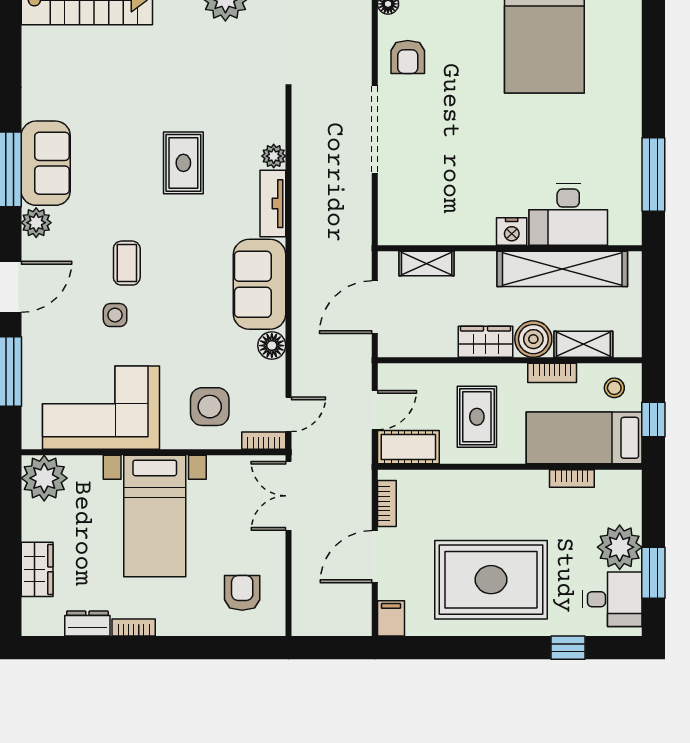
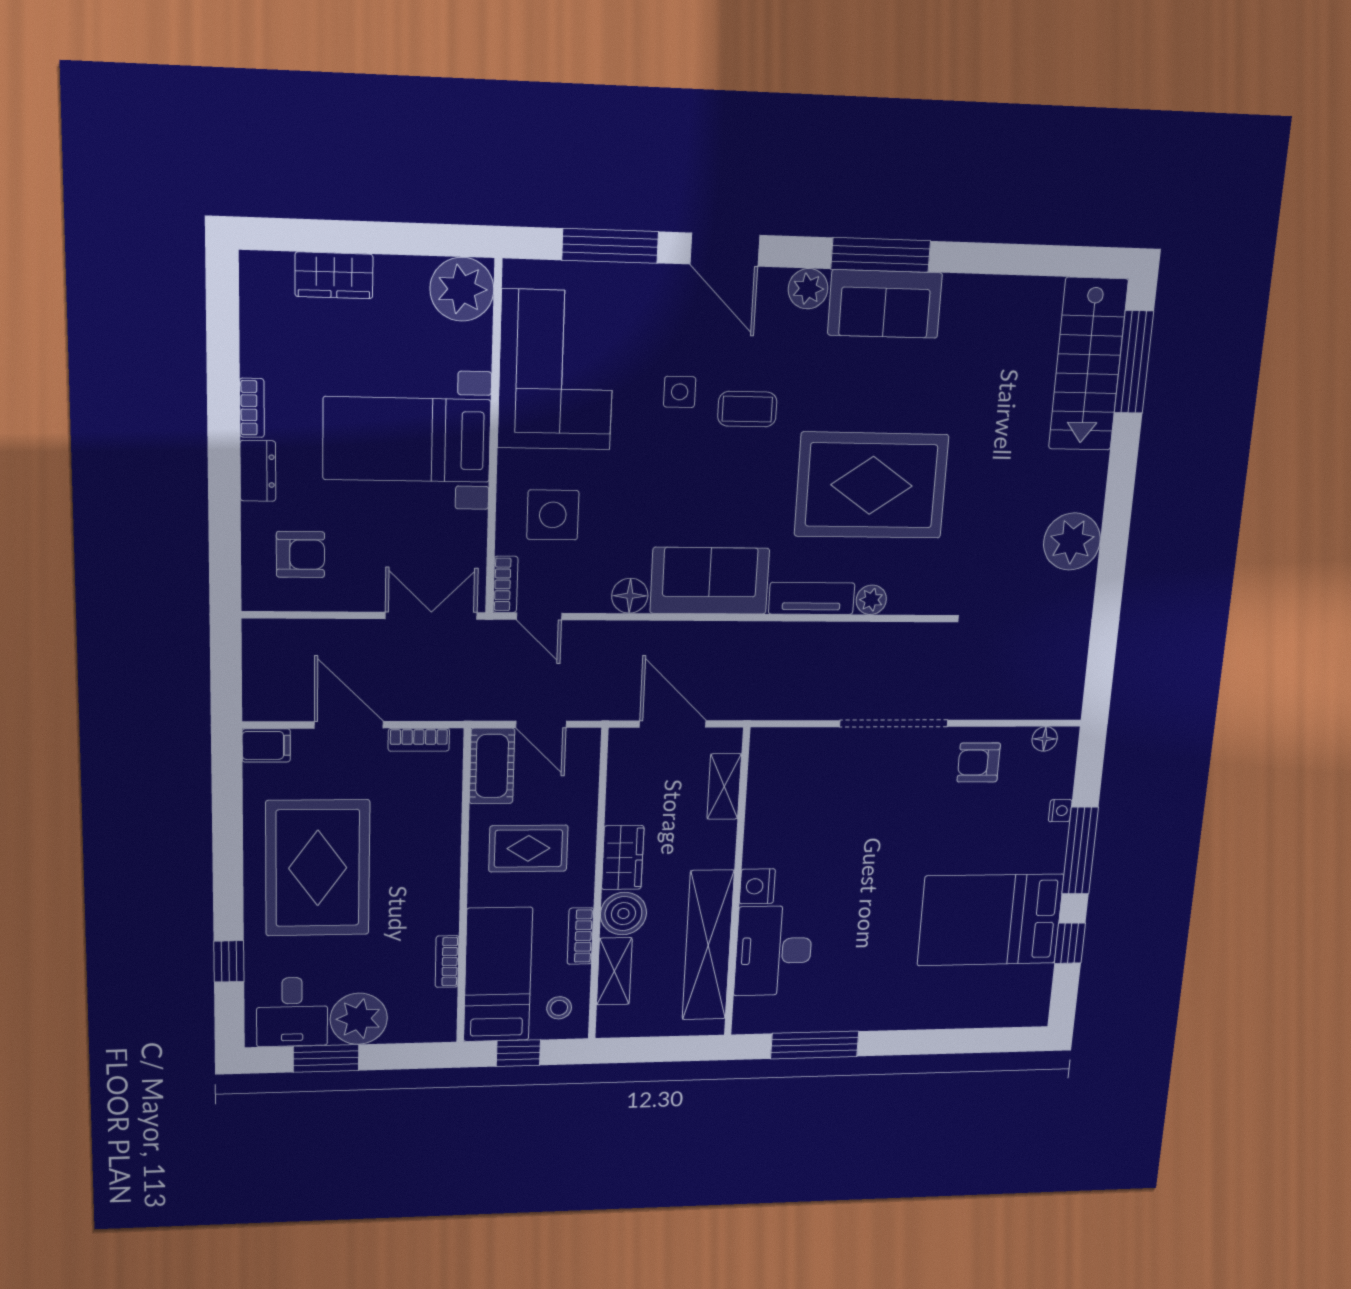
rug: (183, 163) -> (871, 485), width x1.86, depth x2.06
dresser: (87, 624) -> (258, 471), moved

